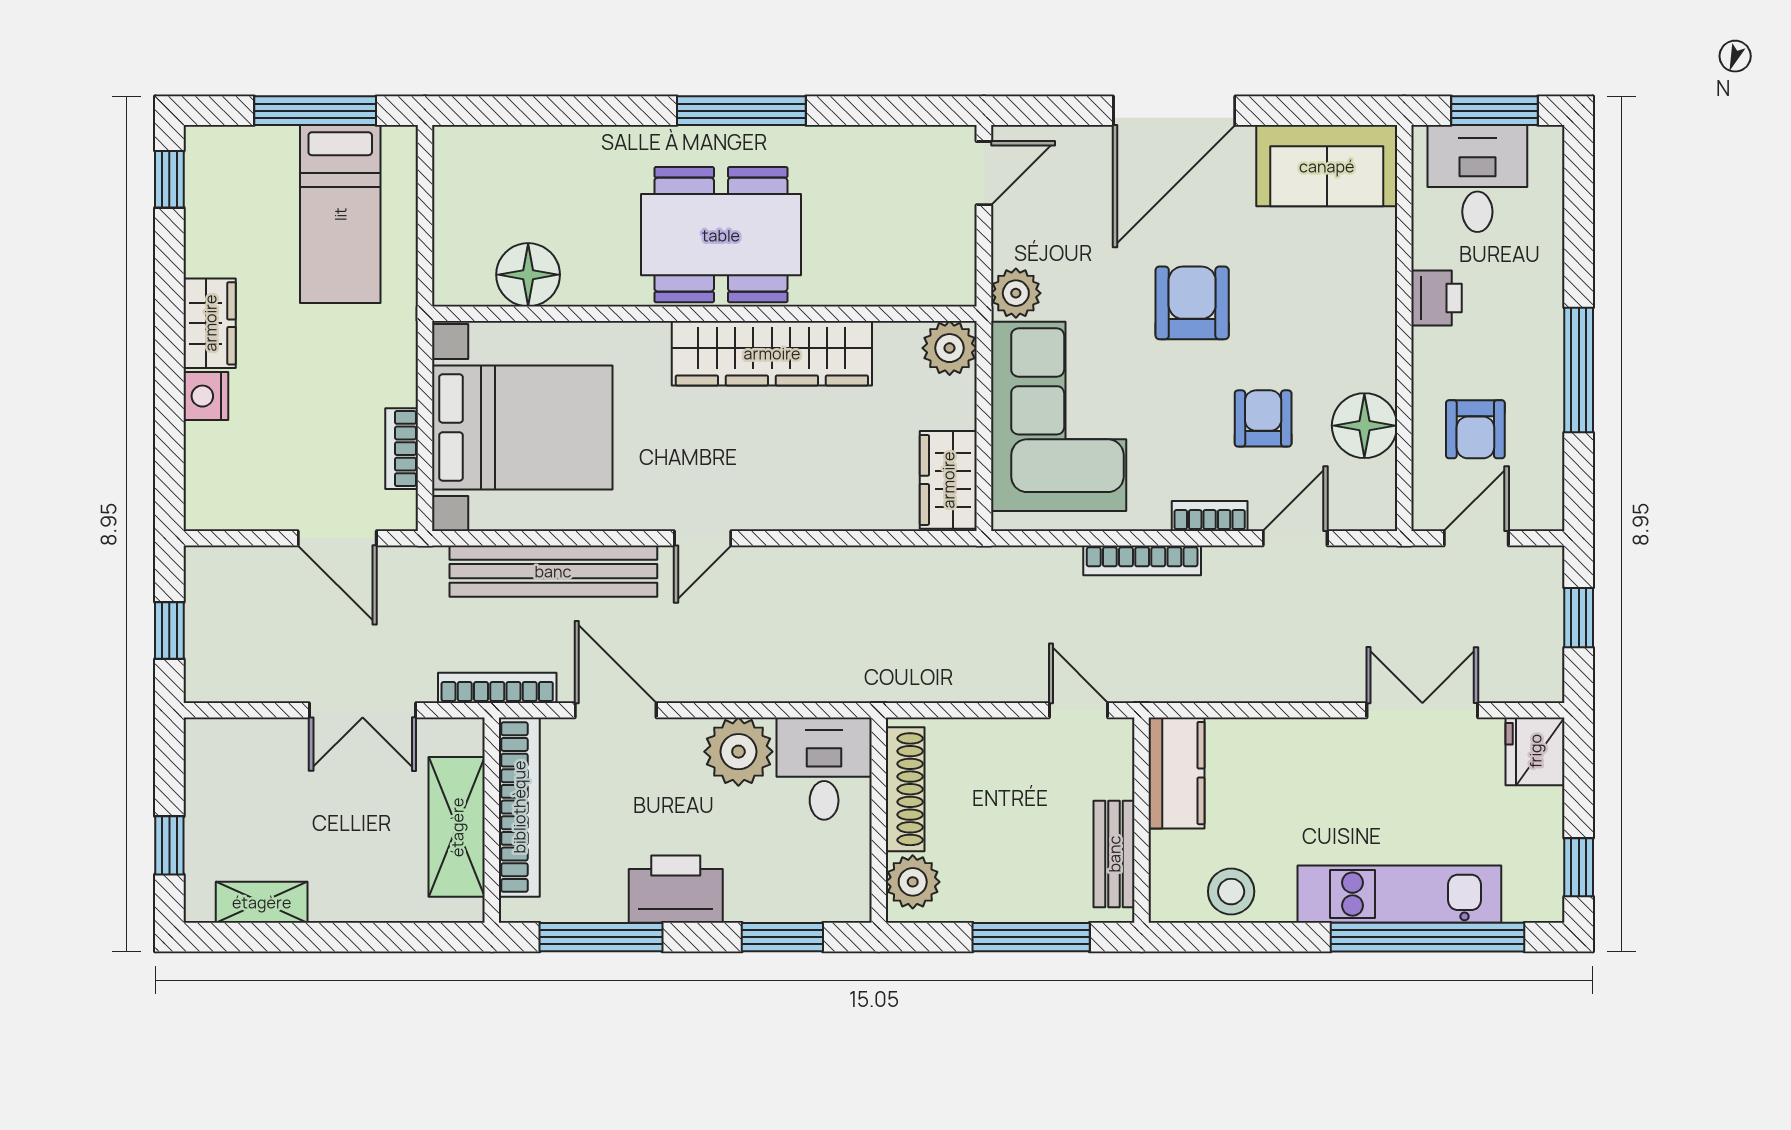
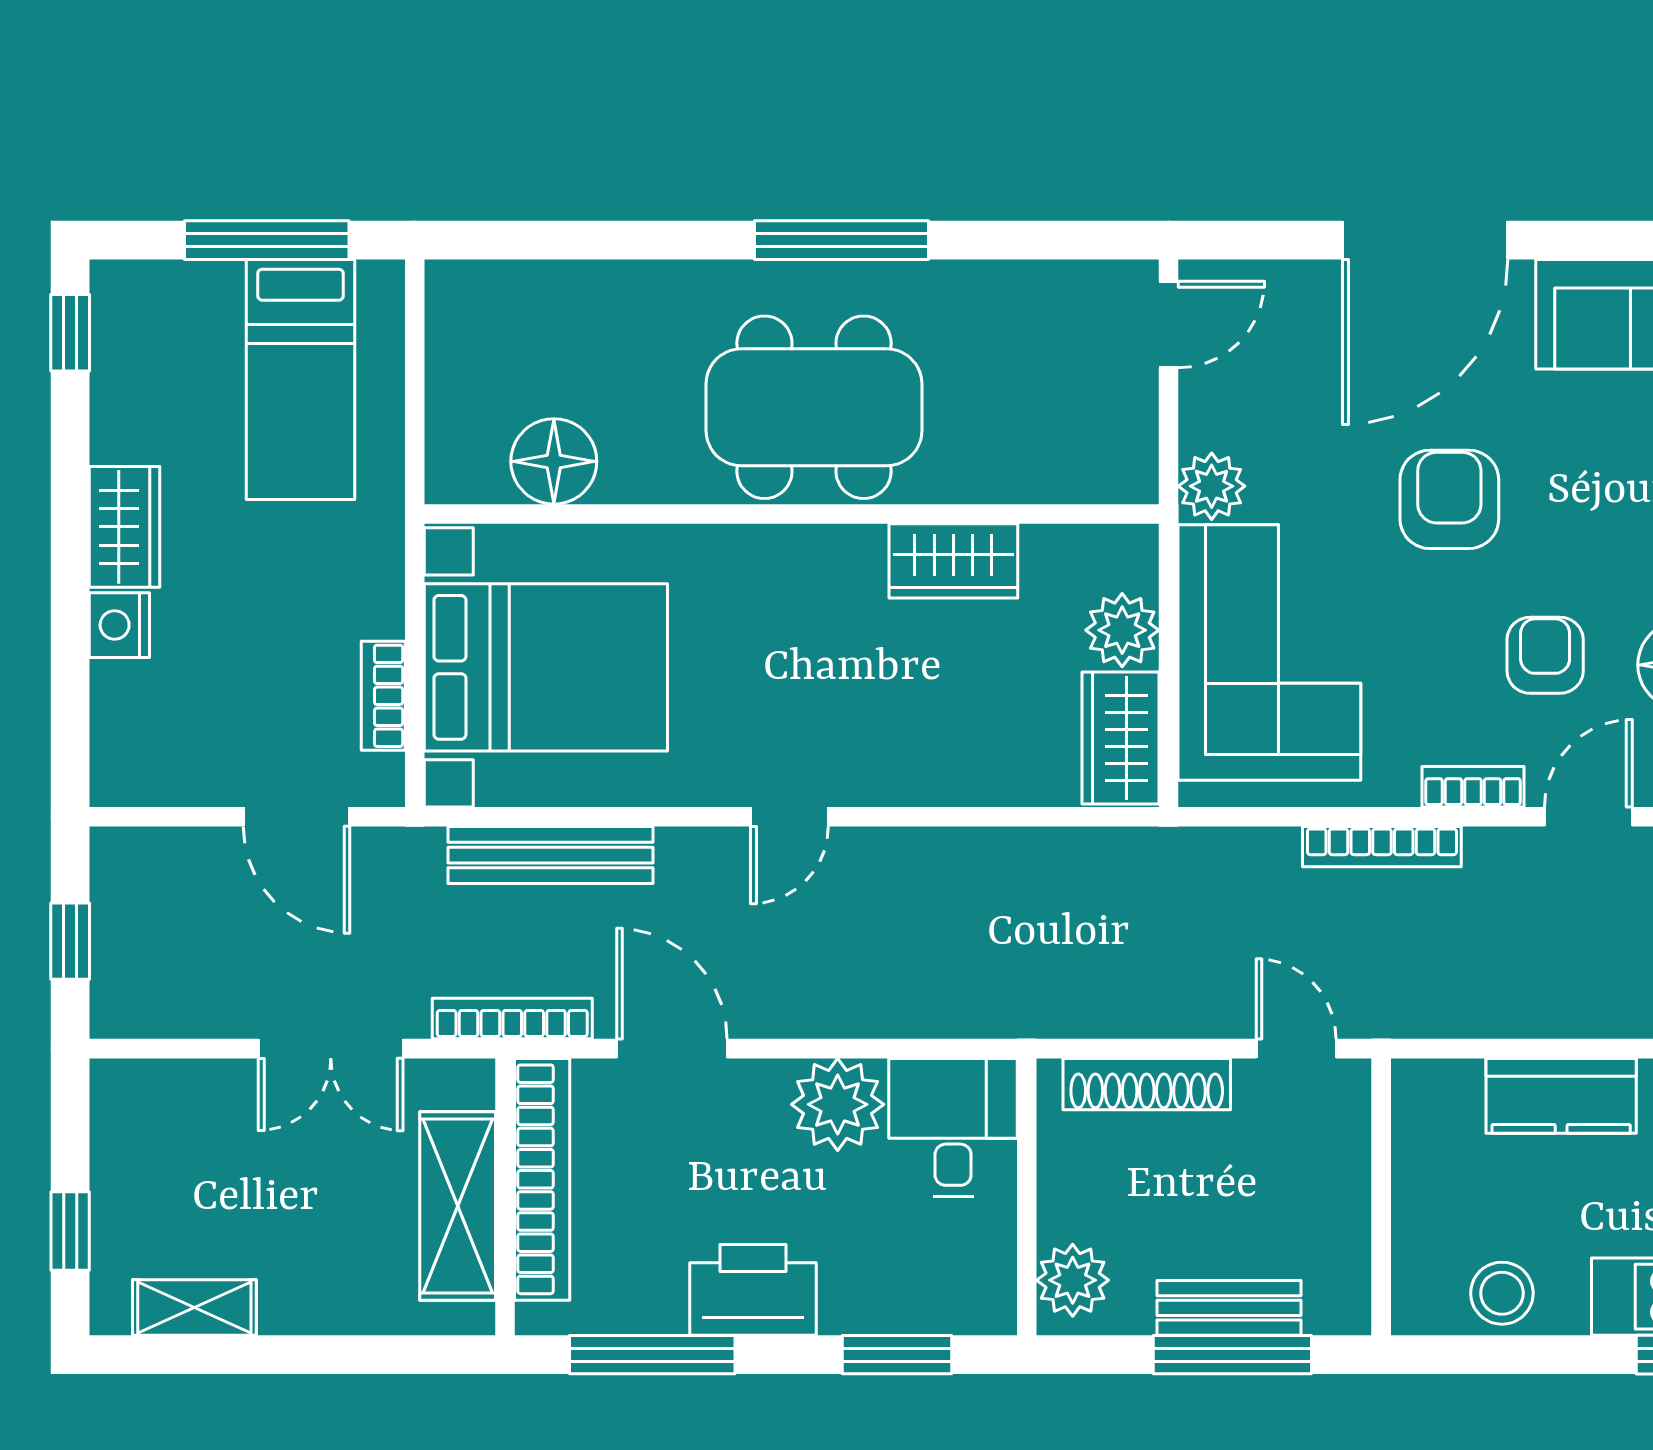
plant: (950, 348) -> (1122, 630), moved
wardrobe: (772, 353) -> (953, 561), width x0.48, depth x0.85
bench: (553, 571) -> (551, 855), width x0.73, depth x0.82
kitchen counter: (1177, 773) -> (1561, 1096), moved, turned 90
shoe rack: (905, 789) -> (1147, 1084), moved, turned 90
bench: (1114, 854) -> (1229, 1308), moved, turned 90

